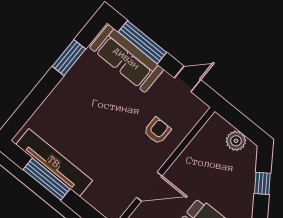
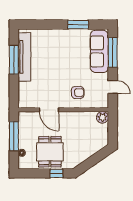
plant: (236, 141) -> (102, 117), moved
window: (262, 183) -> (93, 160), removed

